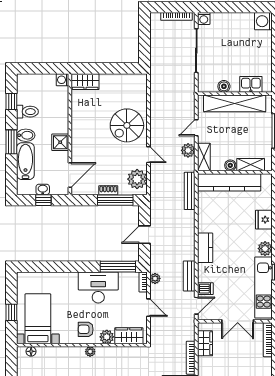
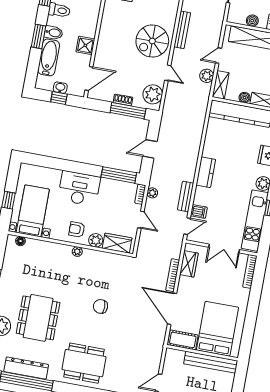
bench: (190, 191) -> (182, 30), moved
desk: (98, 288) -> (79, 188), moved

